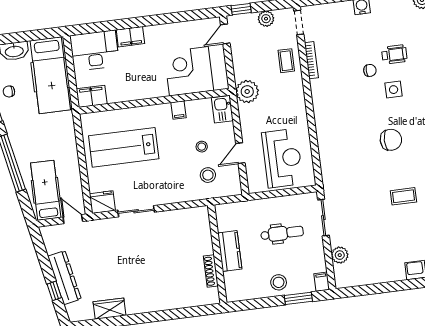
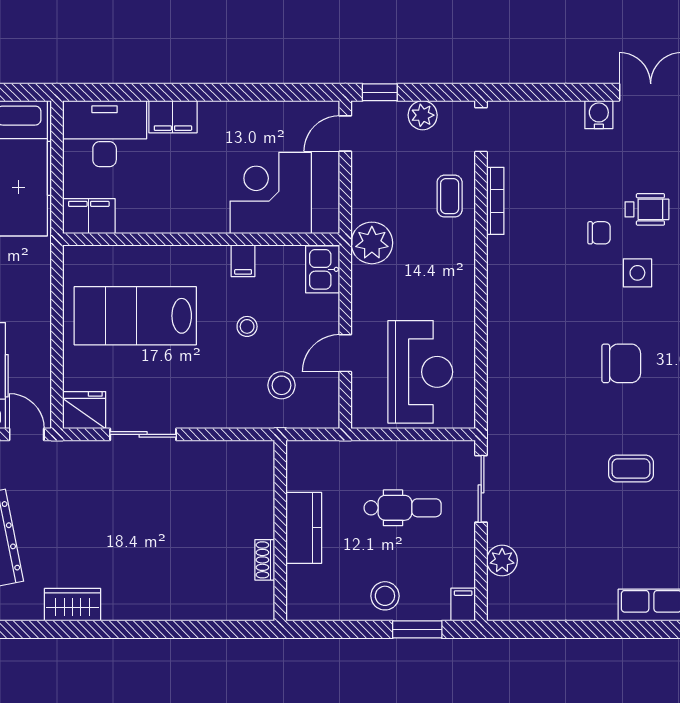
stool: (202, 147) -> (247, 326), moved
shoe rack: (211, 271) -> (265, 560), width x0.70

